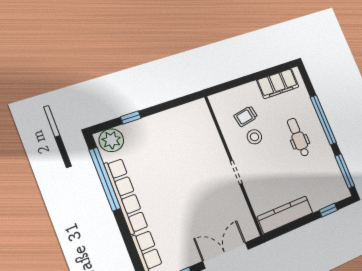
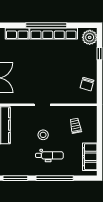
chair: (182, 120) -> (87, 84), added
stool: (254, 137) -> (43, 135), moved
window: (105, 179) -> (46, 25), moved

